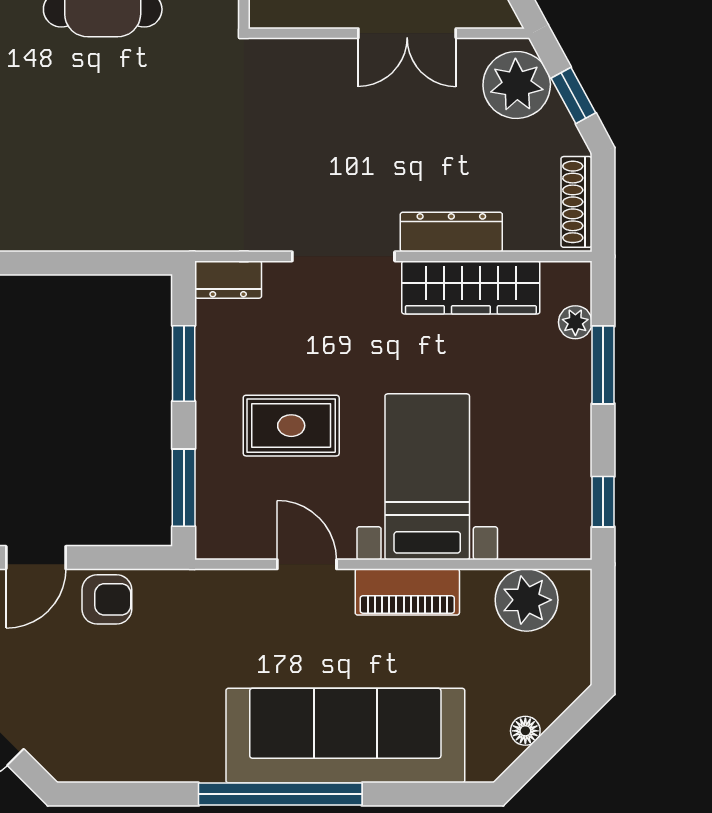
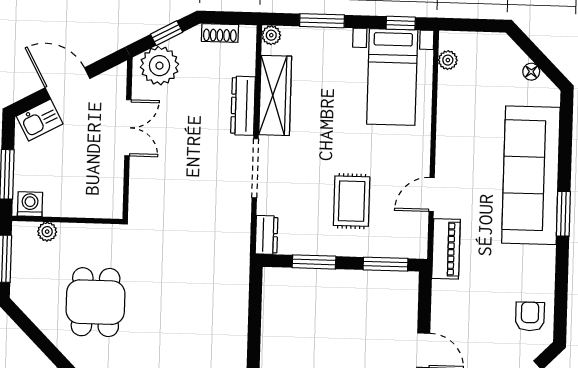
shoe rack: (576, 202) -> (220, 33), width x0.70
plant: (575, 322) -> (271, 35), moved
bed with nightstands: (427, 477) -> (392, 77), moved, turned -90
piano: (407, 592) -> (446, 249), moved
armchair: (107, 599) -> (530, 316), moved
plant: (527, 600) -> (448, 60), width x0.53, depth x0.53
window: (280, 794) -> (563, 214), width x0.47

